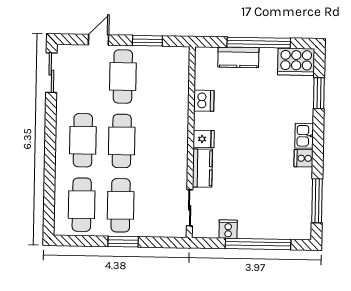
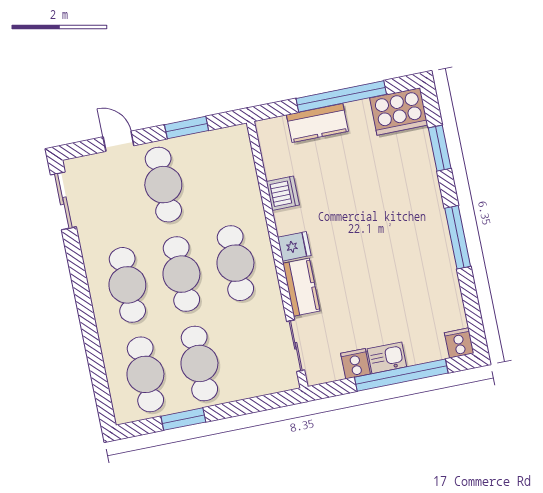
door: (98, 40) -> (119, 141), hinge flipped
kitchen sink: (304, 136) -> (387, 358), moved, turned 90
cafe table: (161, 142) -> (235, 263), added
cooker: (304, 158) -> (459, 343), moved, turned 90
window: (317, 201) -> (458, 237), moved
window: (123, 242) -> (183, 419), moved

